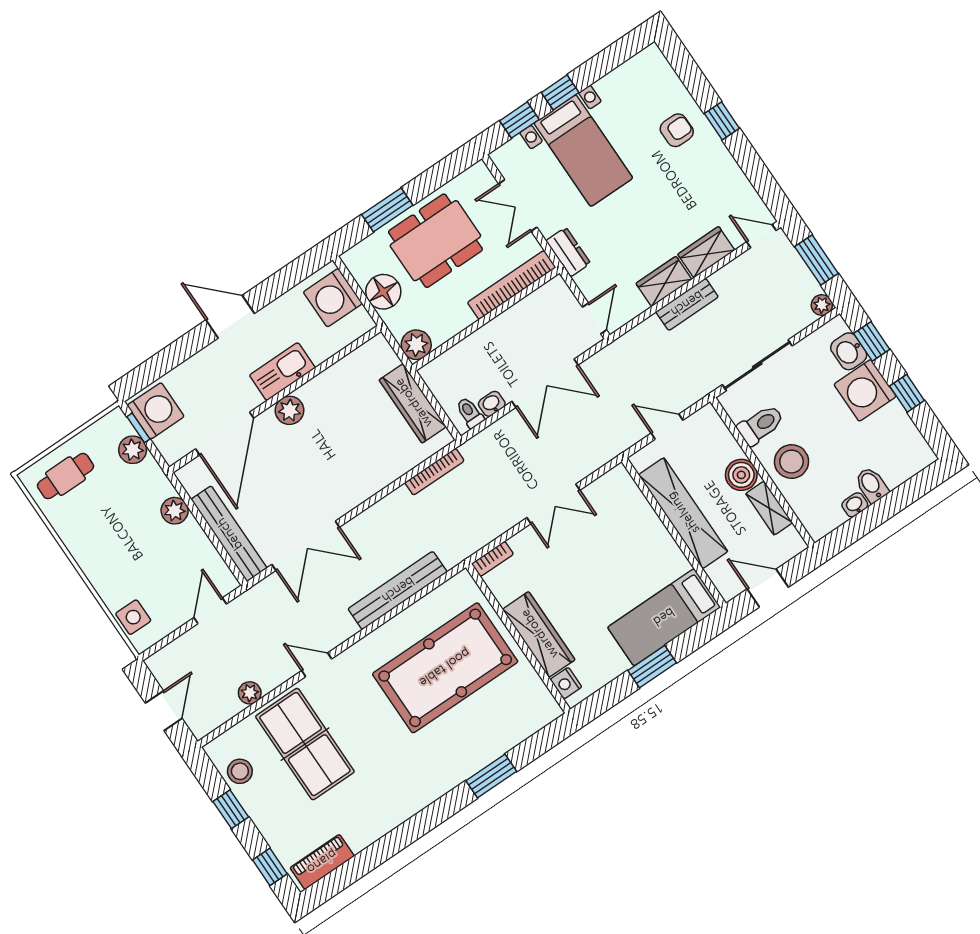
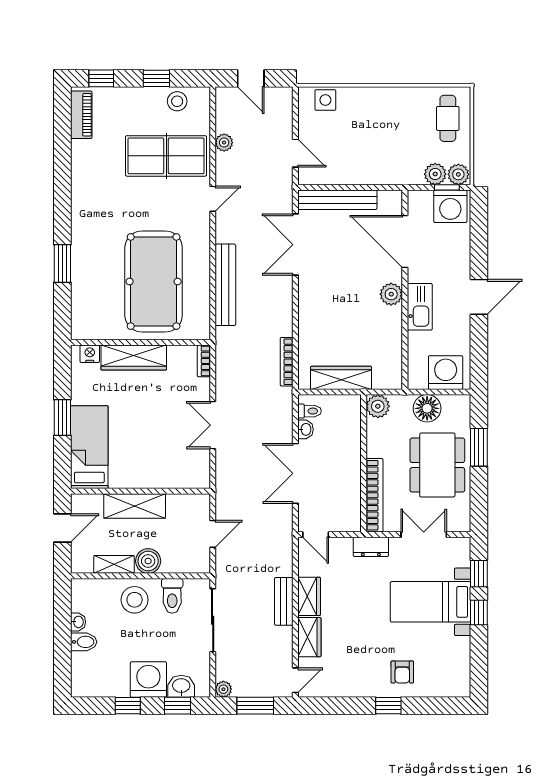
plant: (175, 511) -> (458, 174), moved
shelving: (683, 513) -> (135, 506), width x0.68

